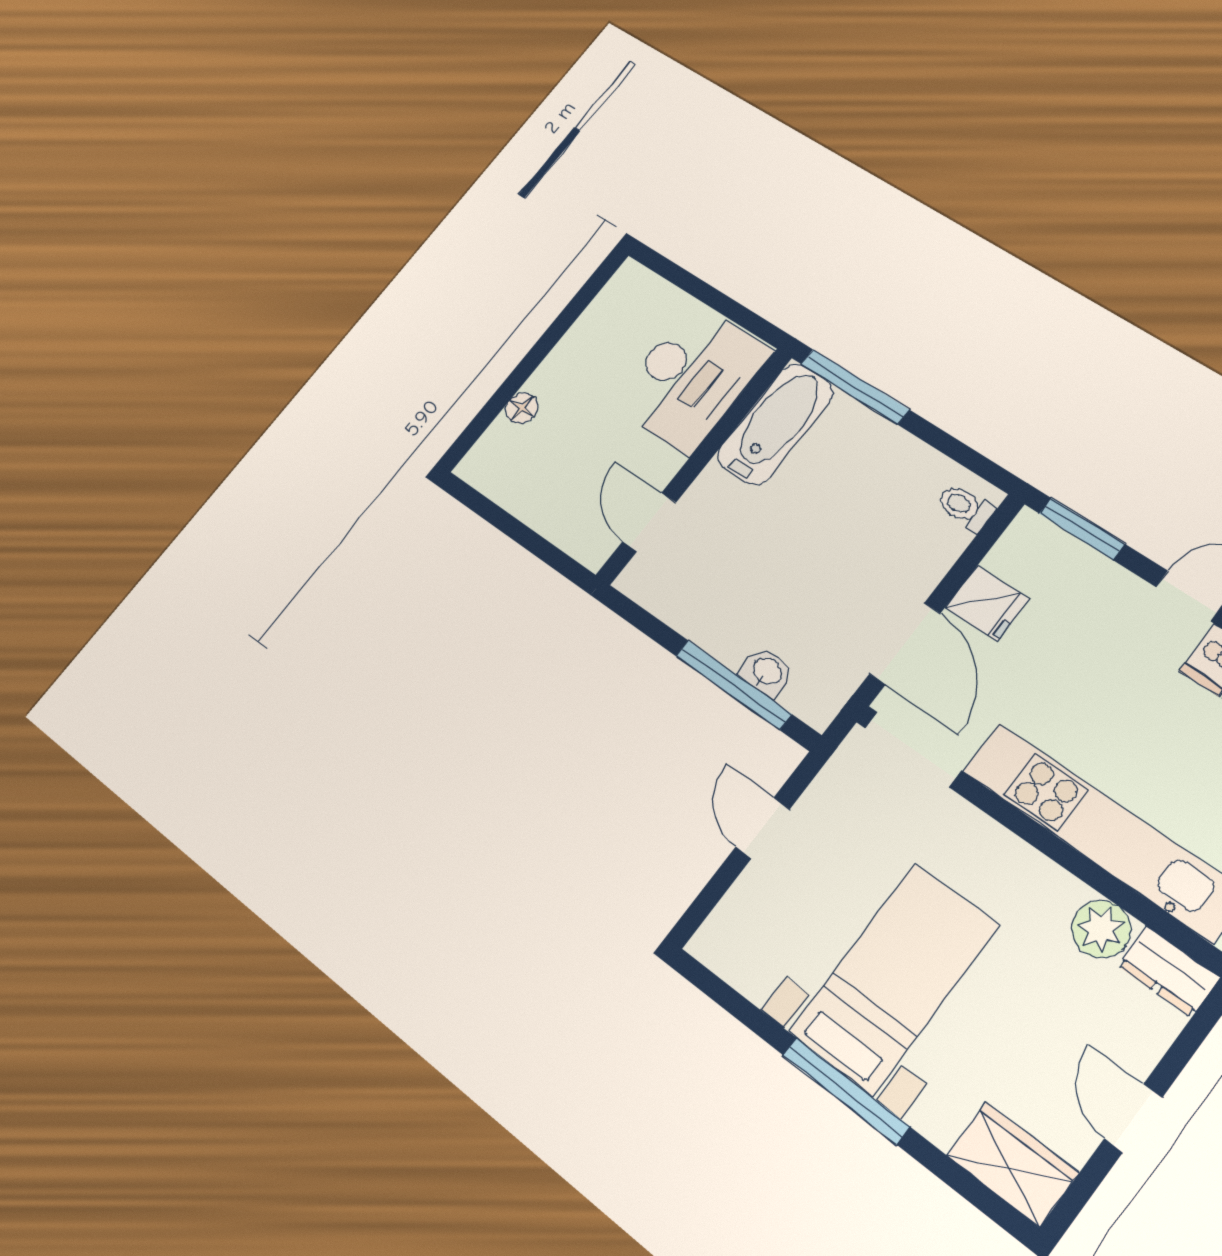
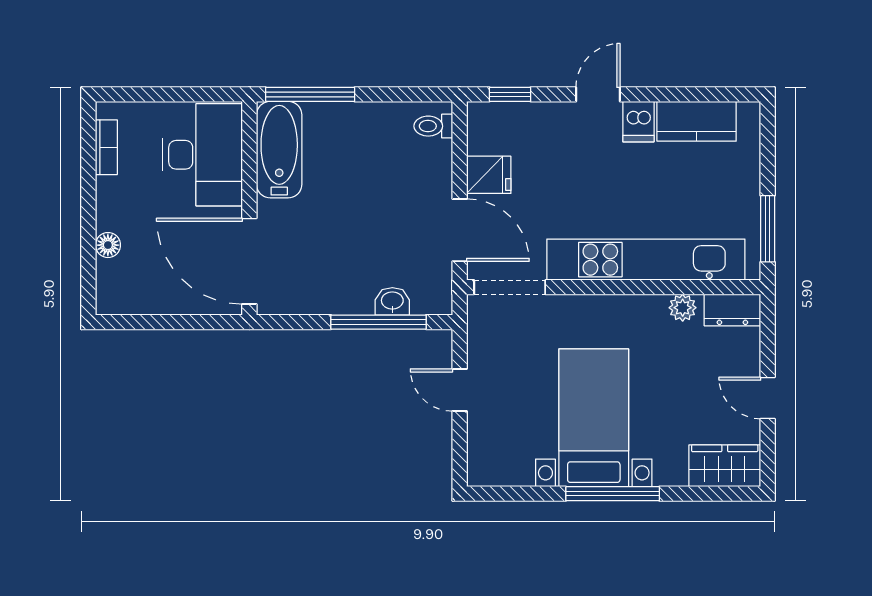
bookcase: (602, 308) -> (106, 147), added
door: (649, 522) -> (249, 261), width x1.87
window: (1082, 529) -> (510, 94), width x0.67
plant: (1101, 929) -> (683, 308), width x0.73, depth x0.73

